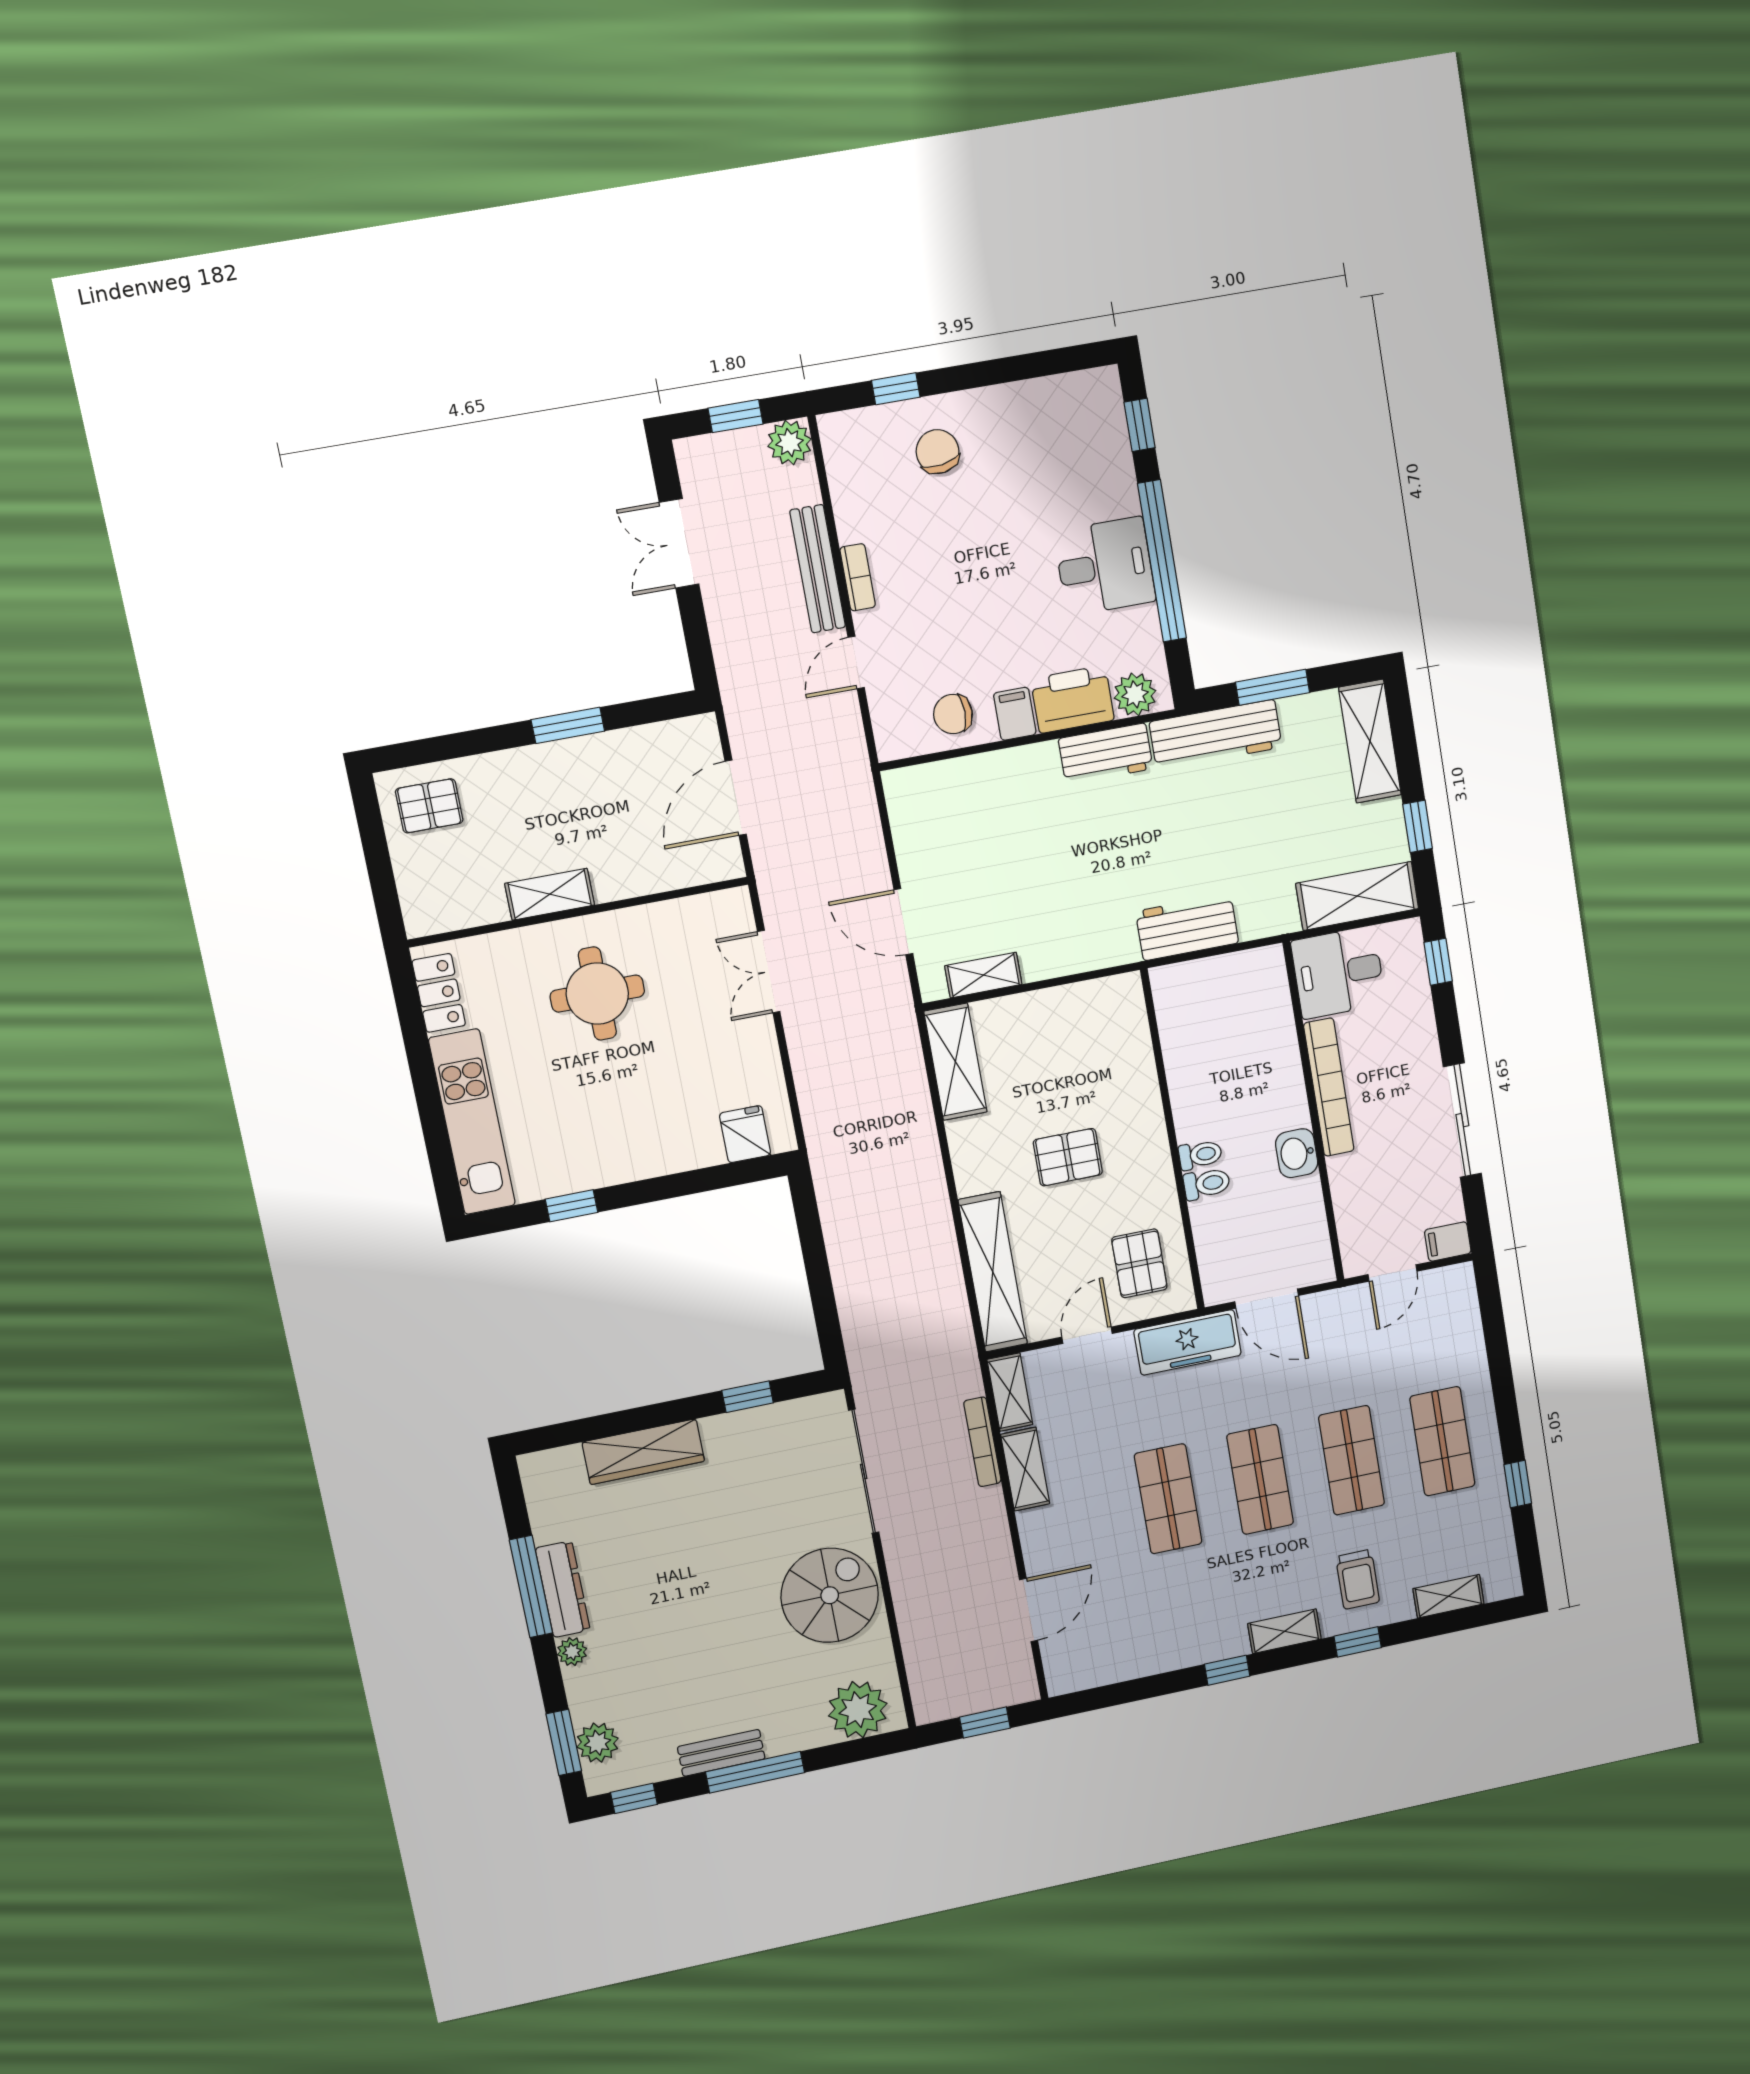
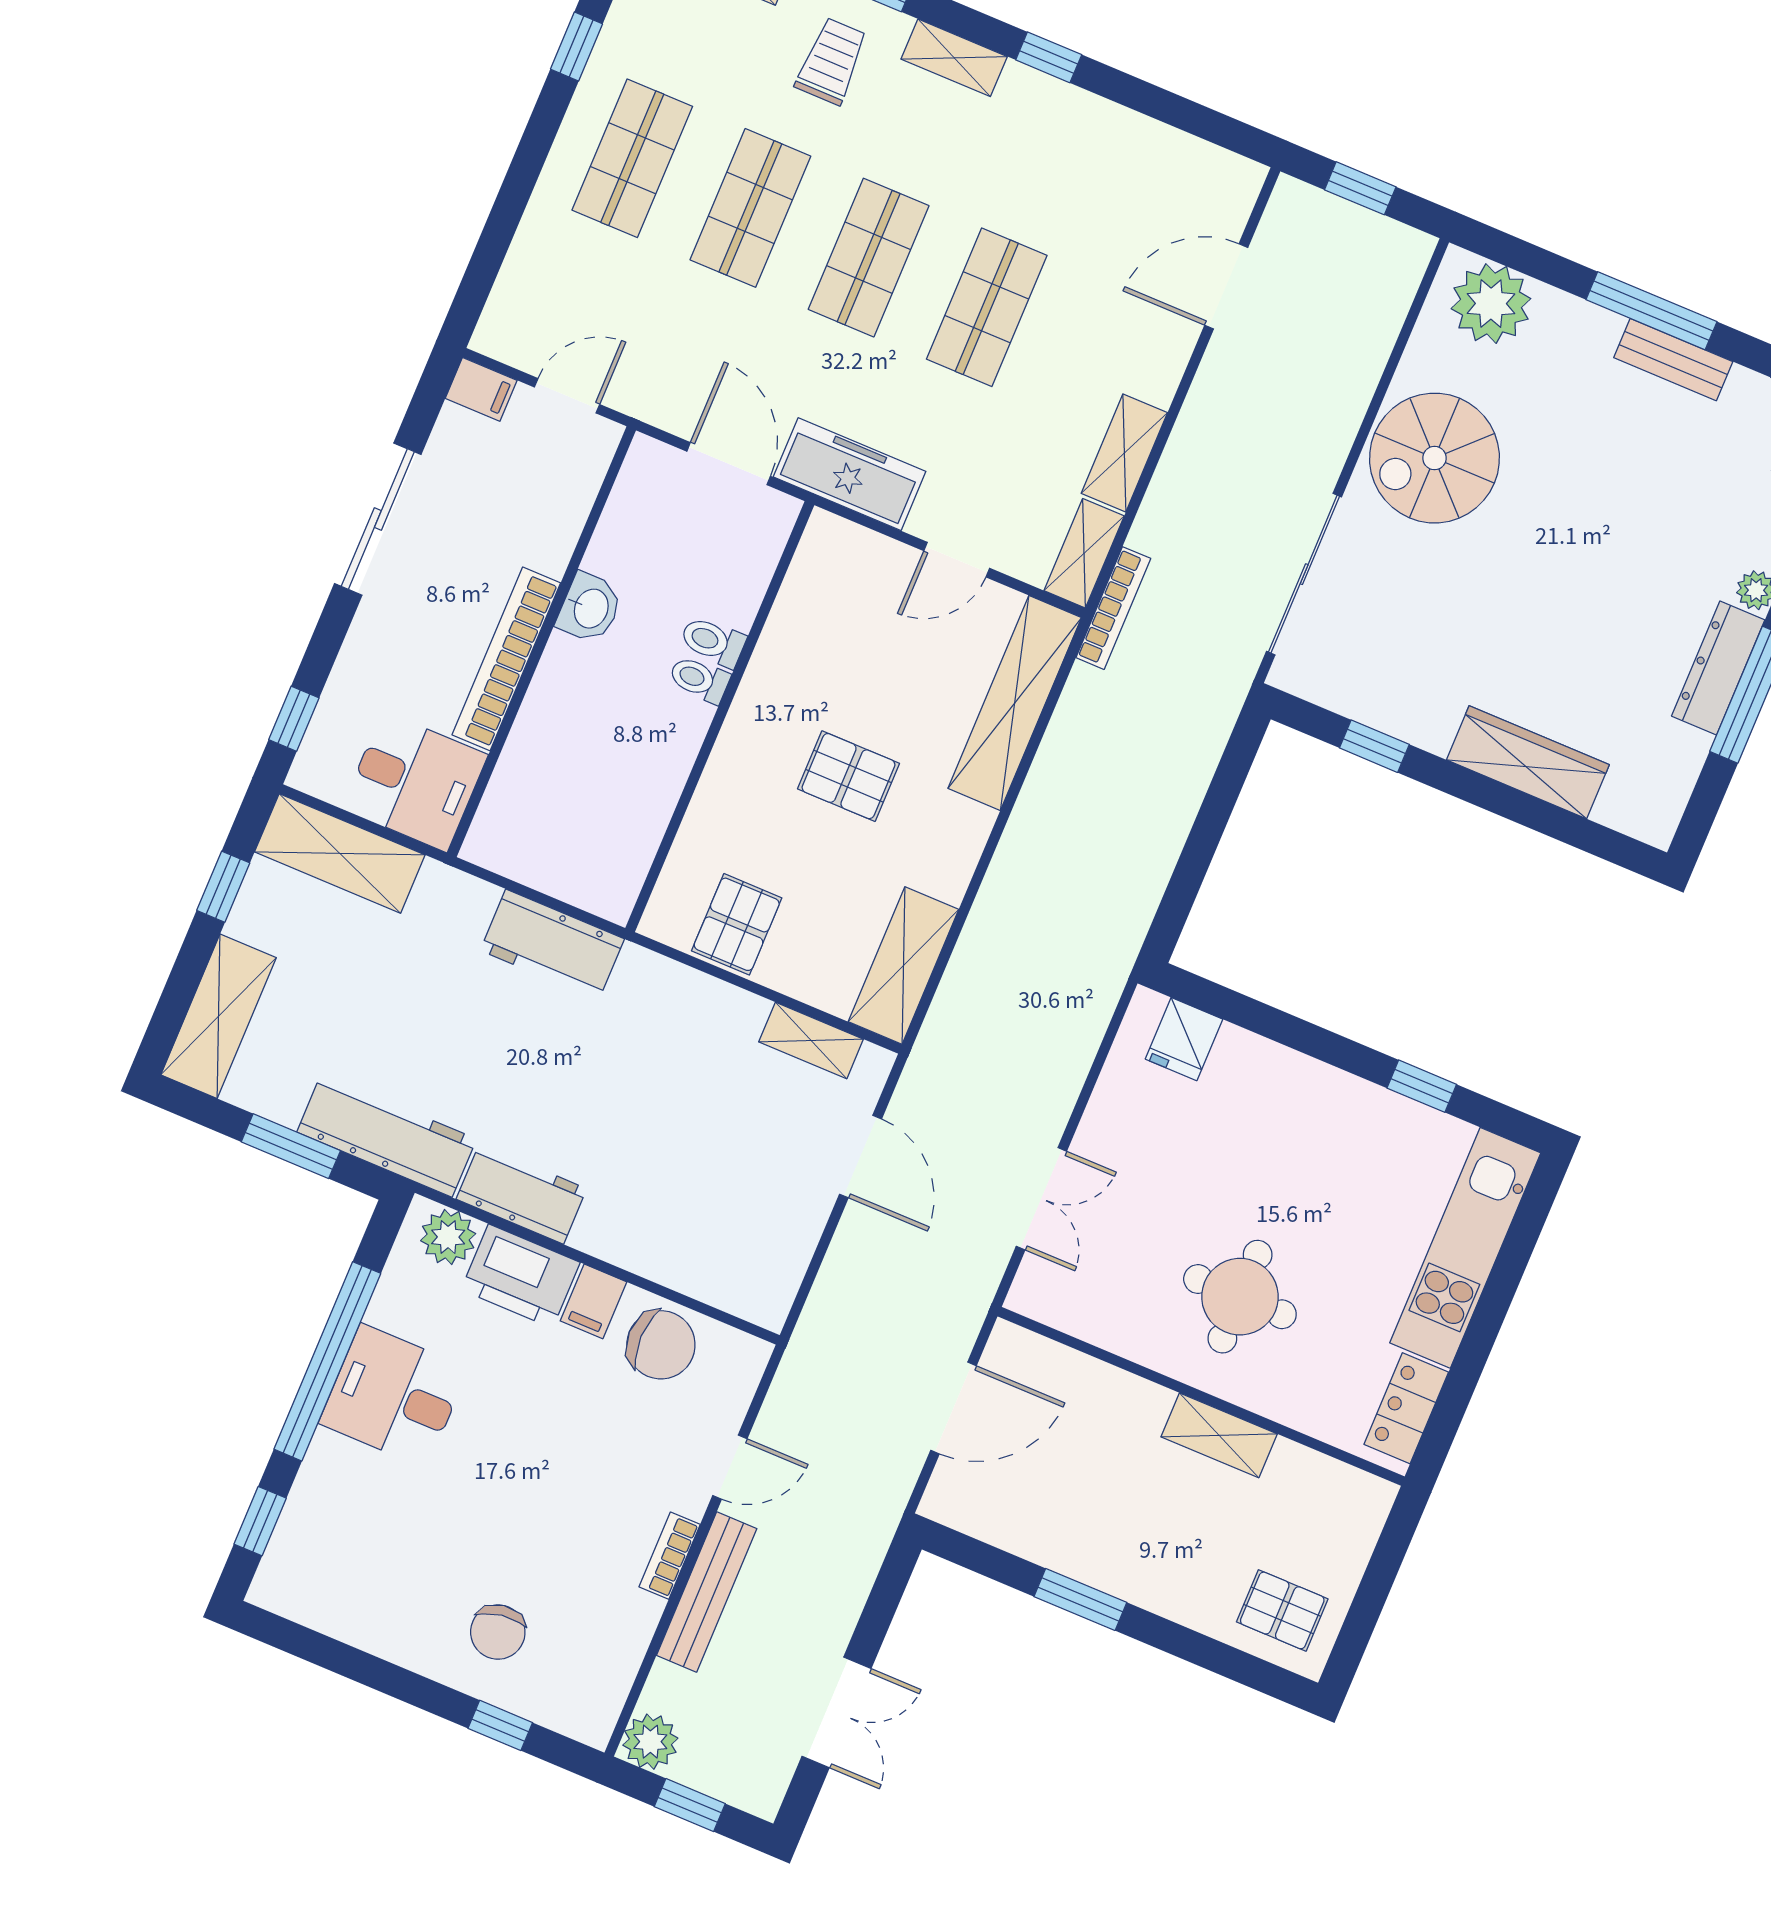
chair: (953, 714) -> (661, 1345), width x1.37, depth x1.37
pallet: (1139, 1263) -> (737, 924), moved
bookcase: (982, 1442) -> (1113, 608), moved

